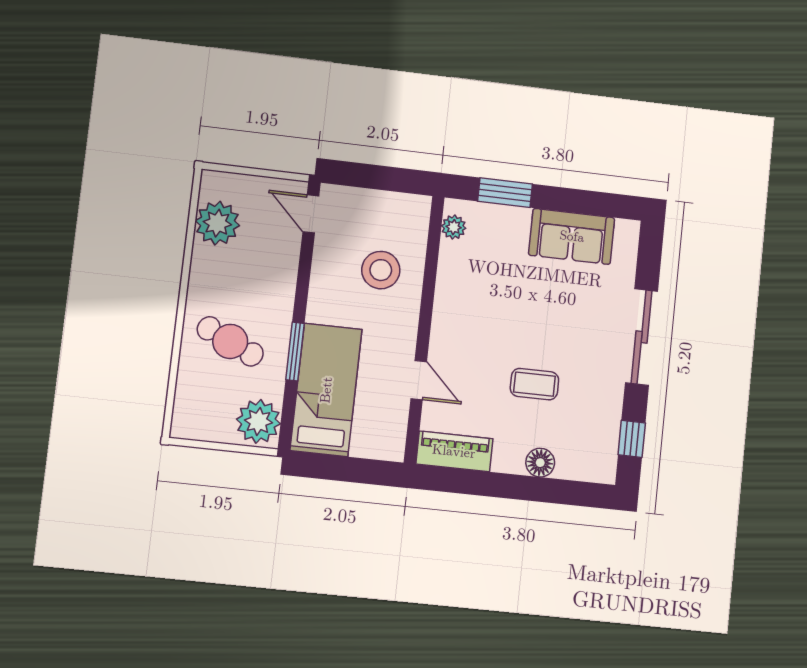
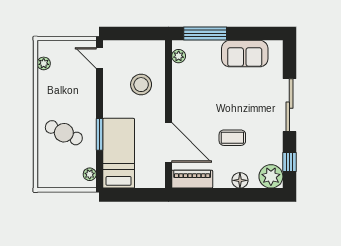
window: (505, 193) -> (205, 34), width x1.44
plant: (217, 223) -> (44, 63), width x0.53, depth x0.53
door: (419, 380) -> (168, 142), width x1.87
plant: (258, 421) -> (90, 174), width x0.53, depth x0.53
plant: (596, 461) -> (271, 176), added

